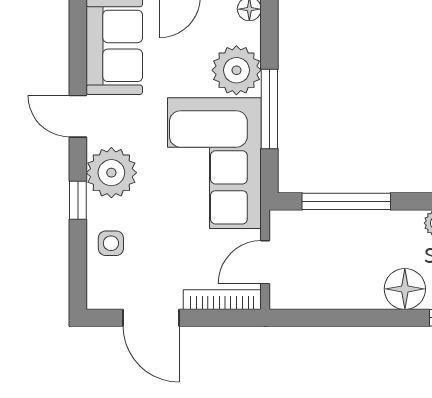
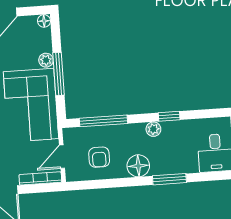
plant: (236, 70) -> (46, 60), width x0.53, depth x0.53
armchair: (334, 268) -> (99, 157), added

